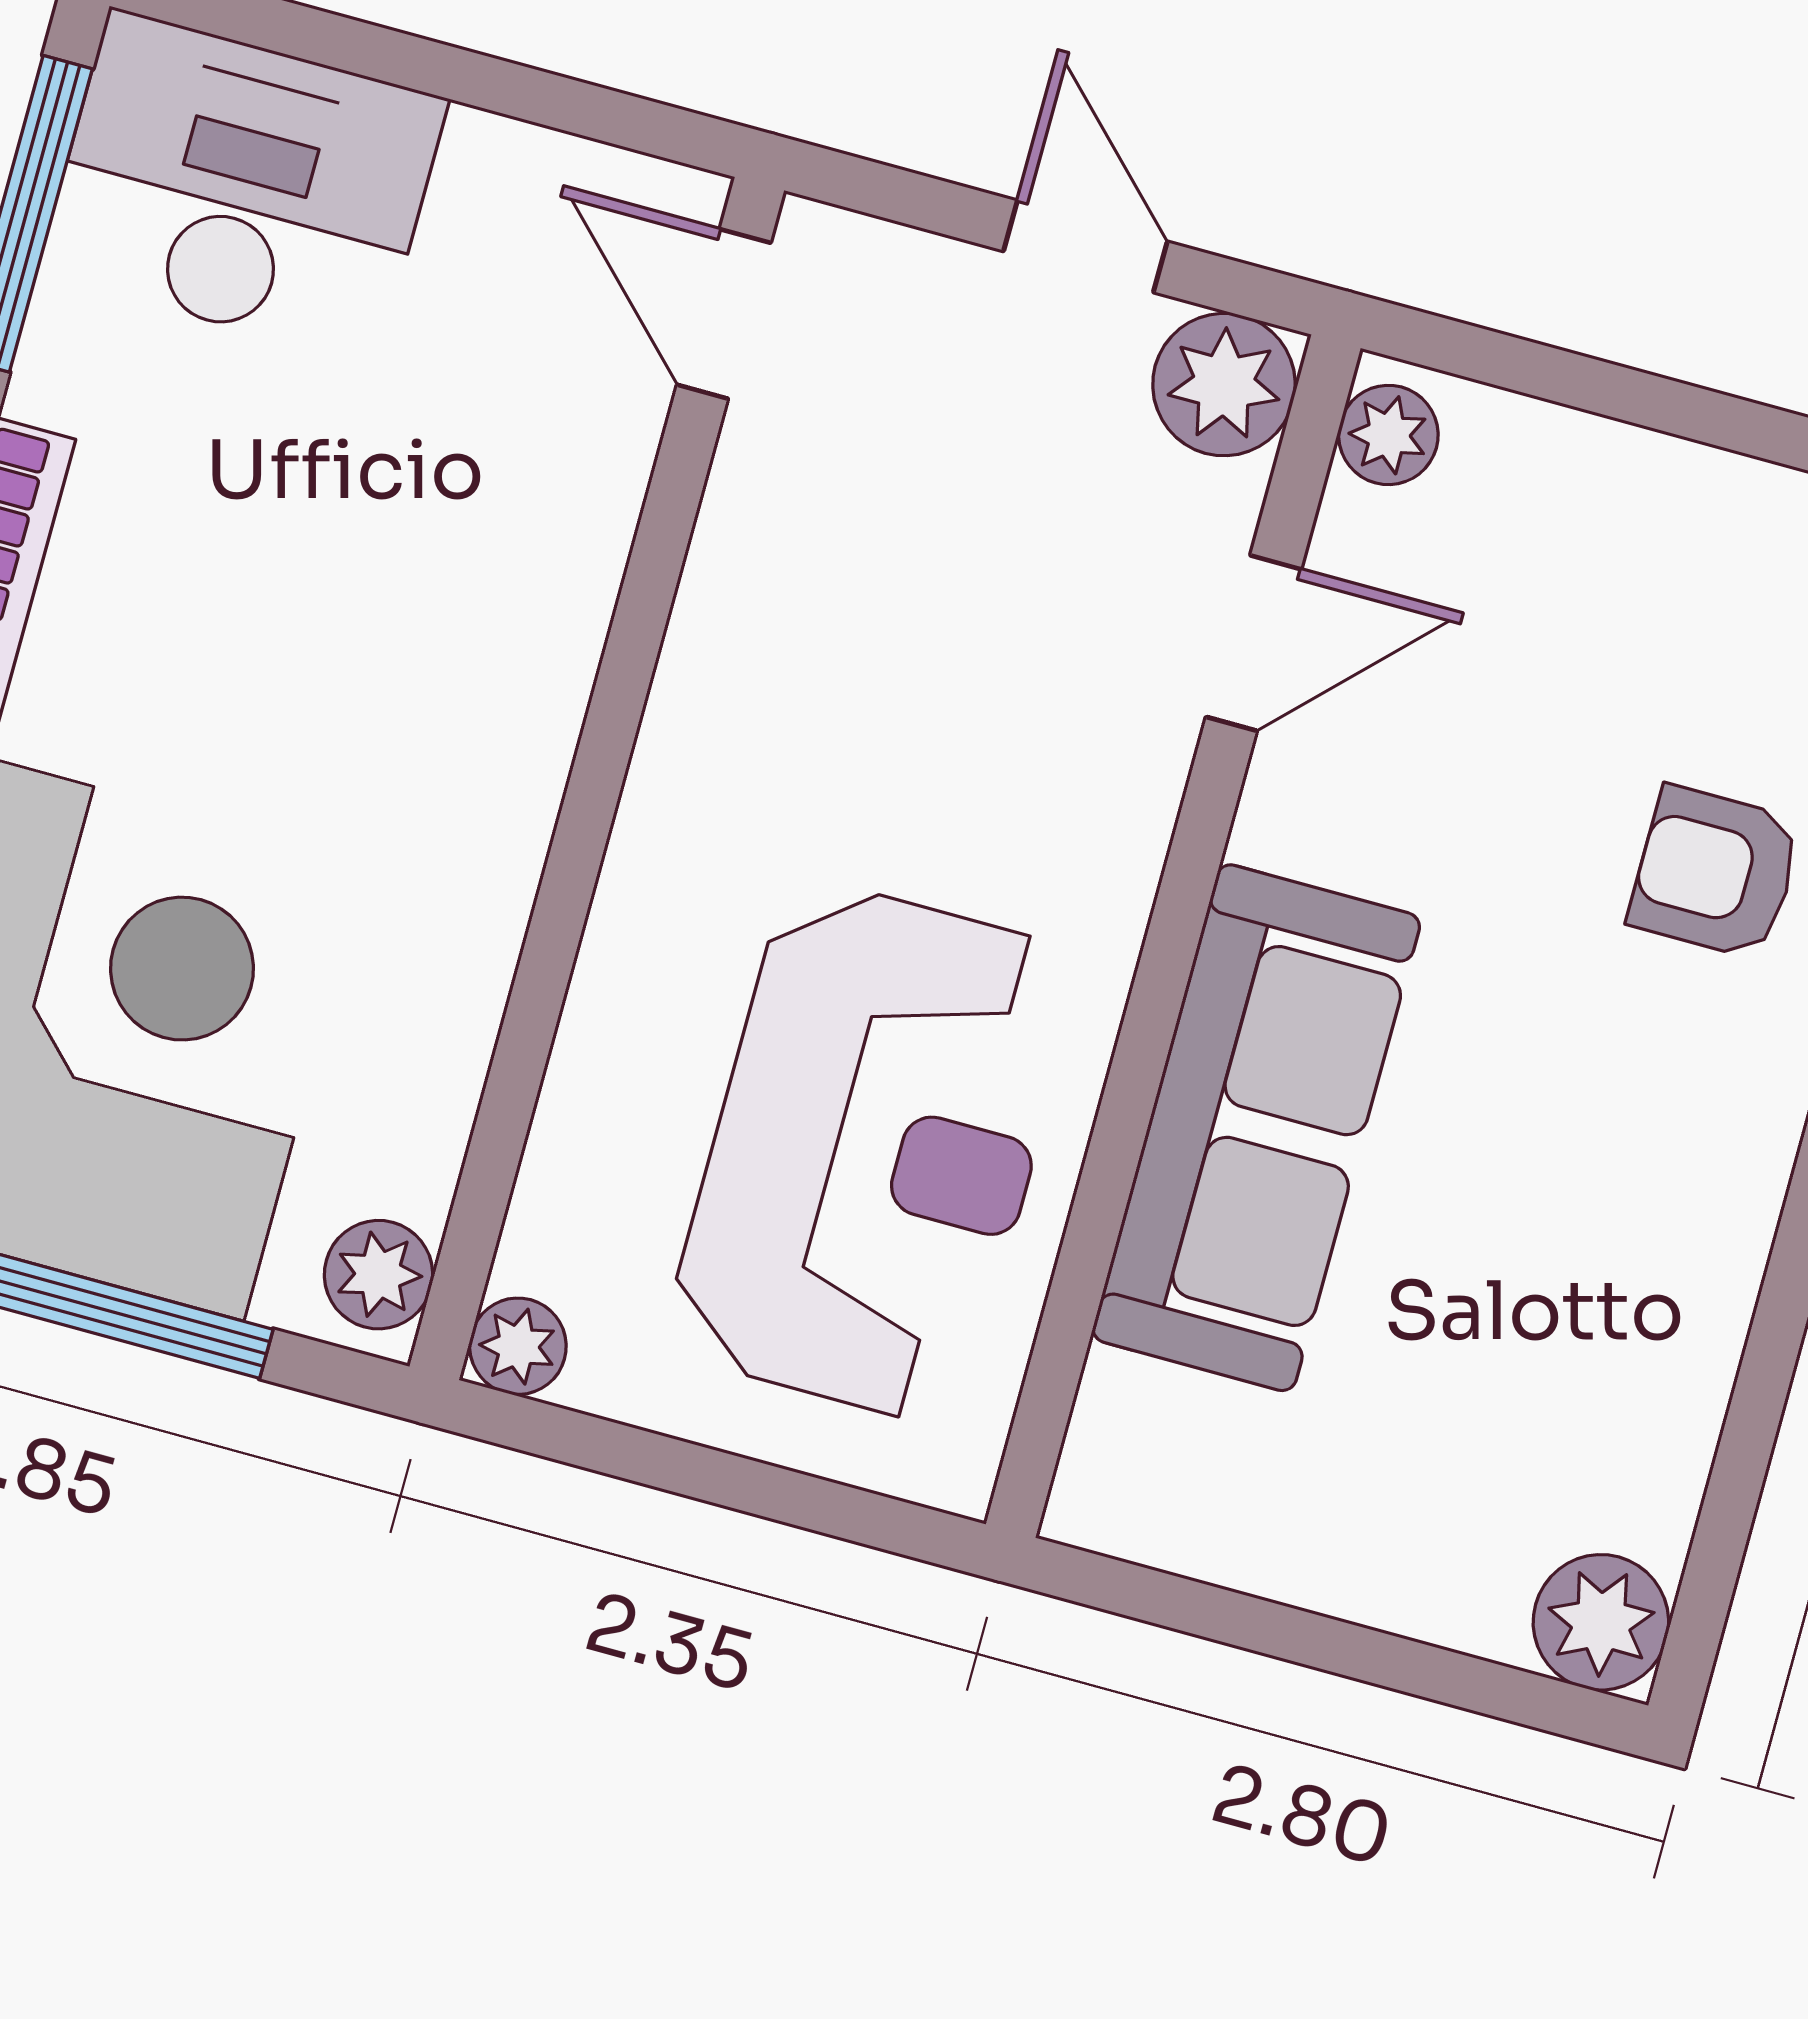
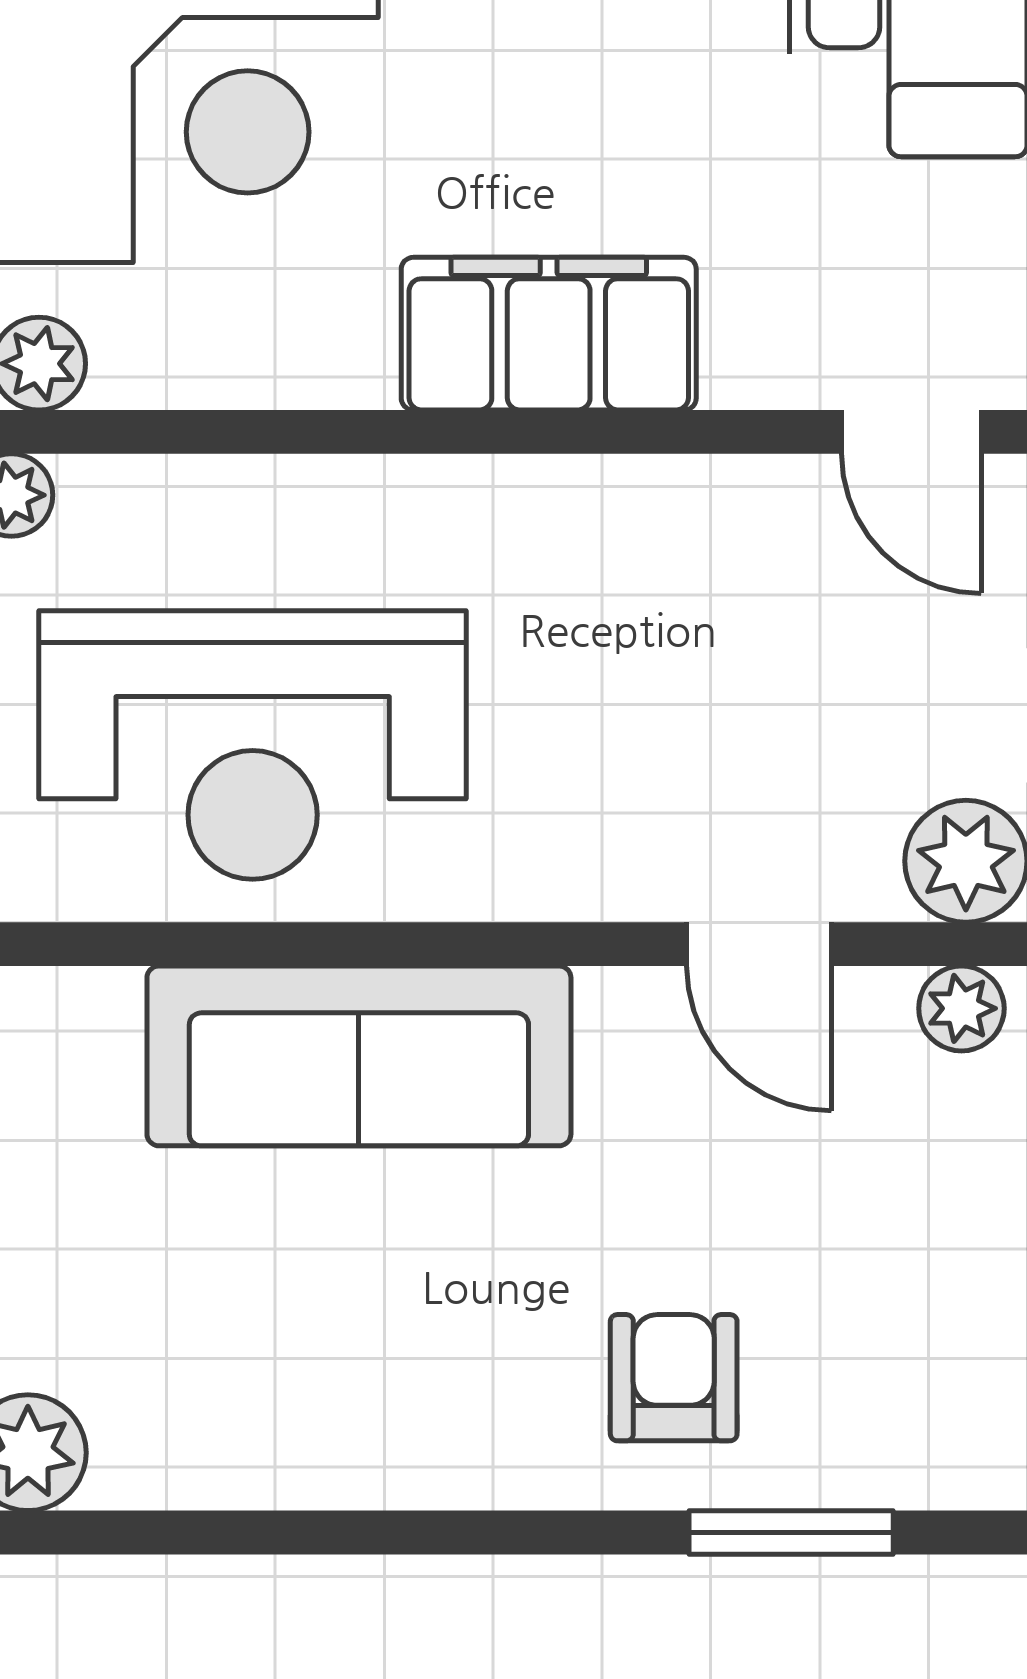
door: (724, 314) -> (911, 432), swing flipped
filing cabinet: (502, 692) -> (549, 334), added

